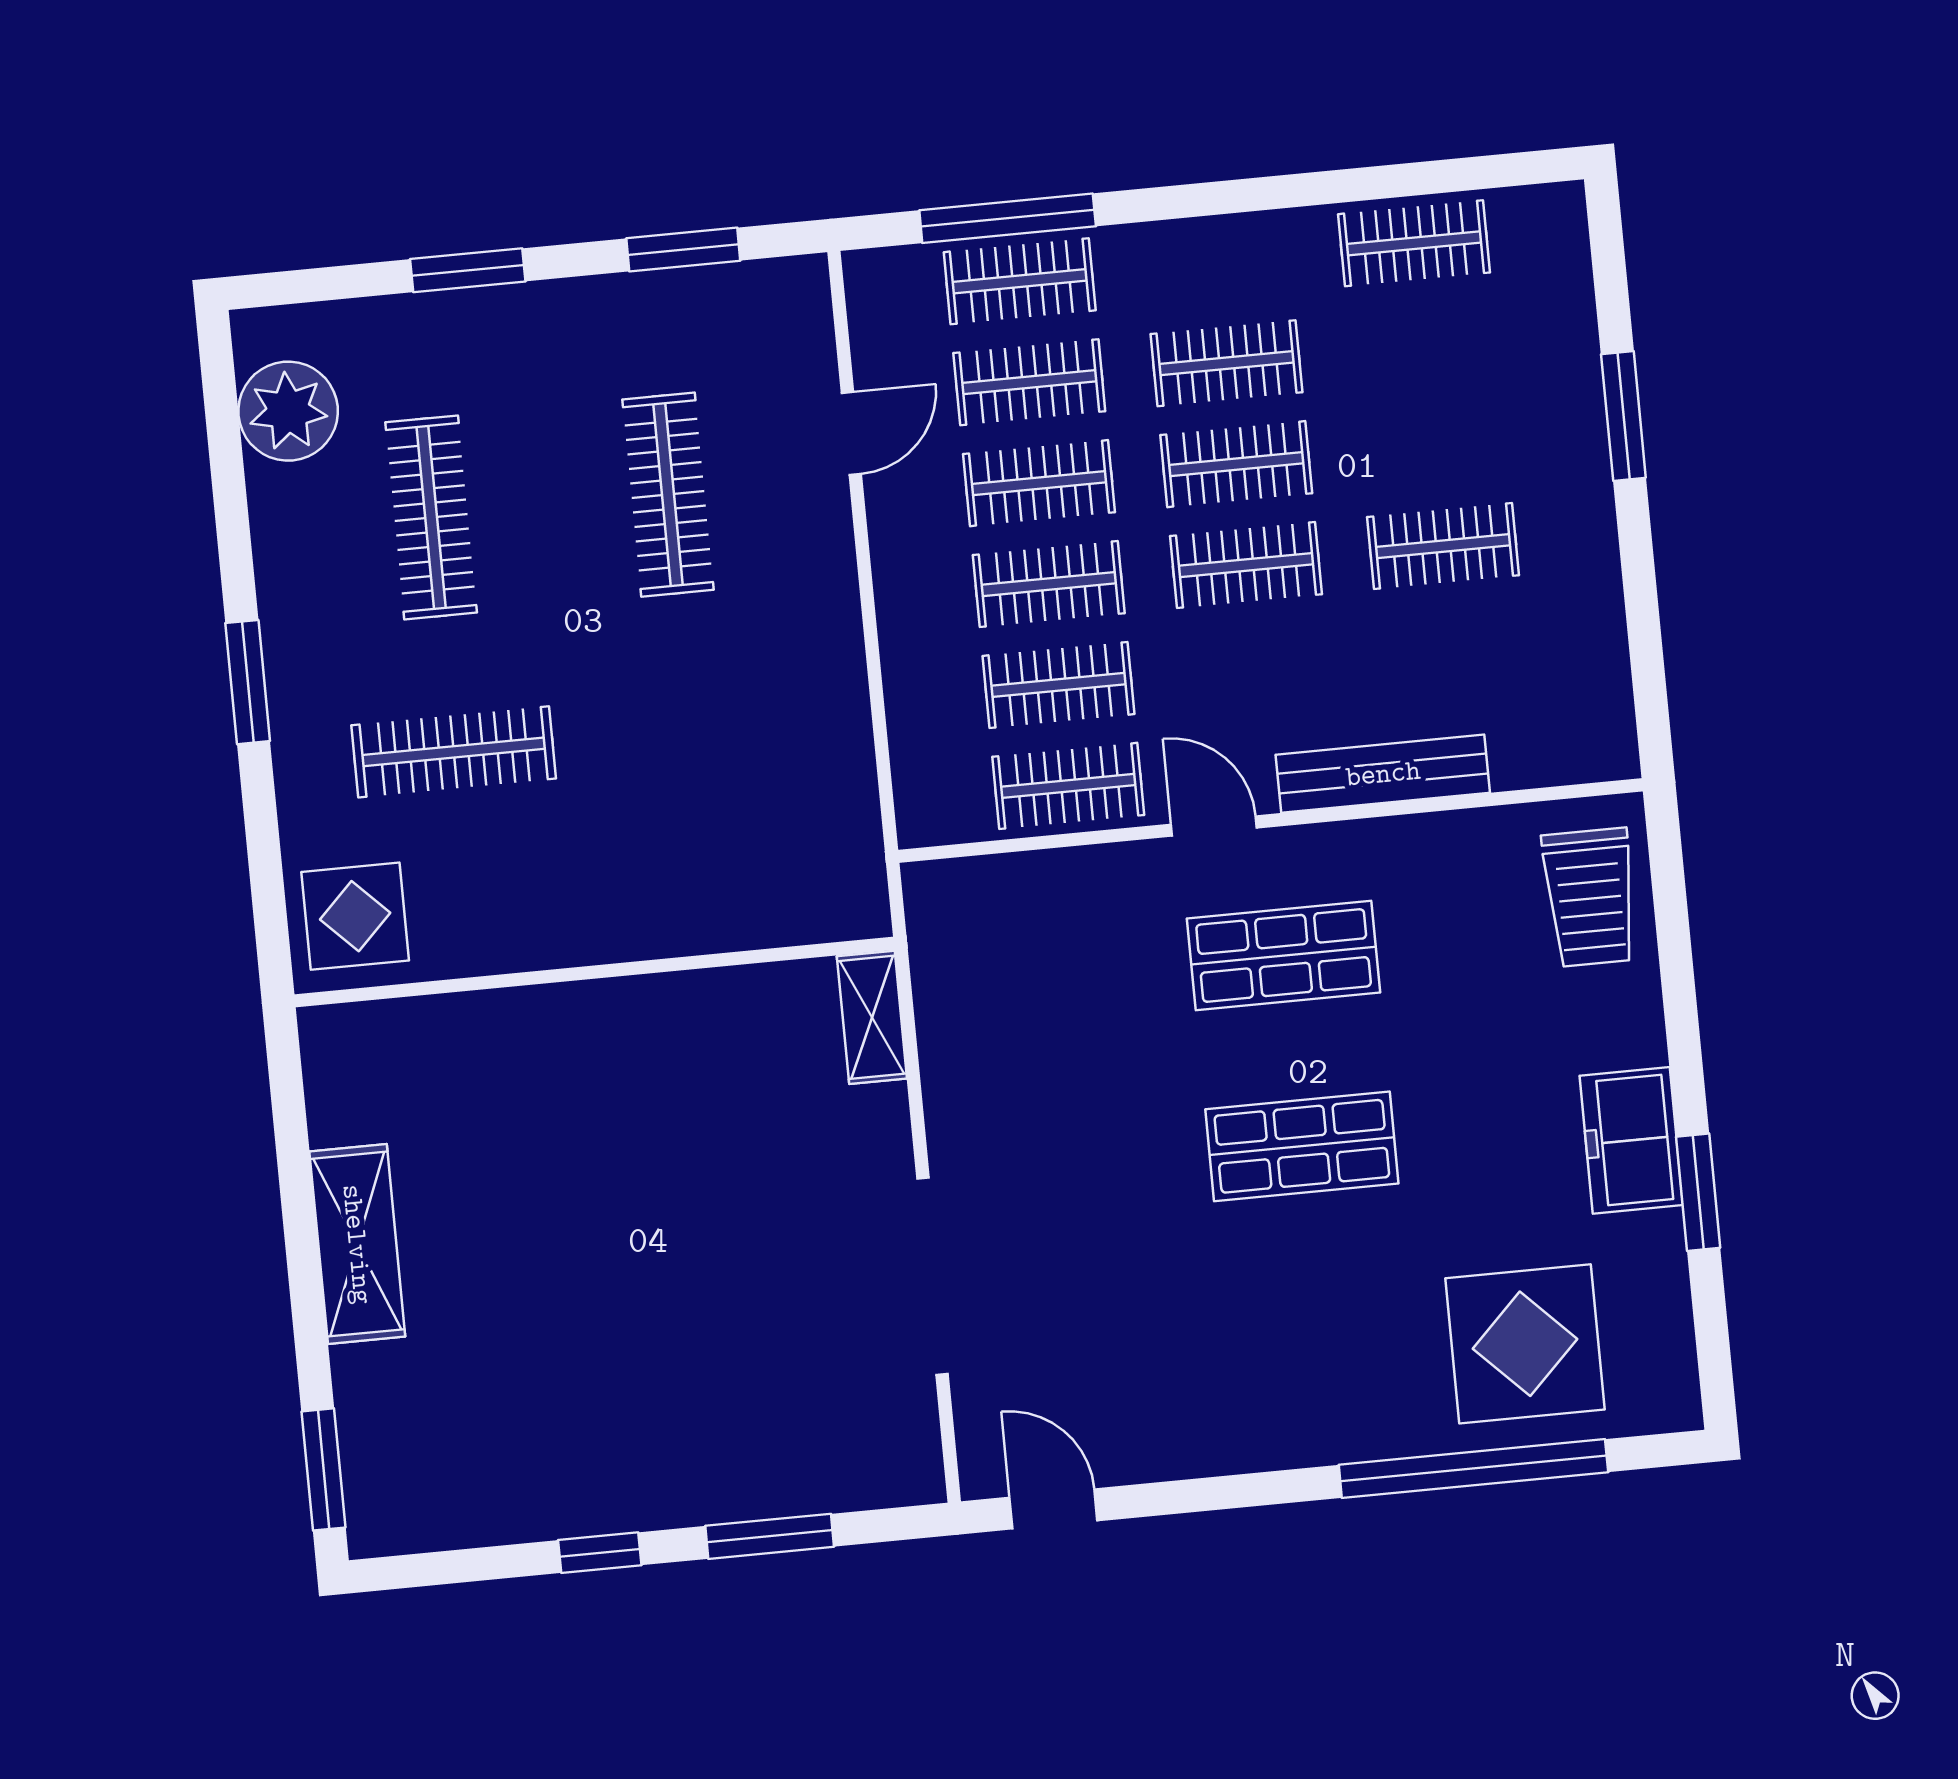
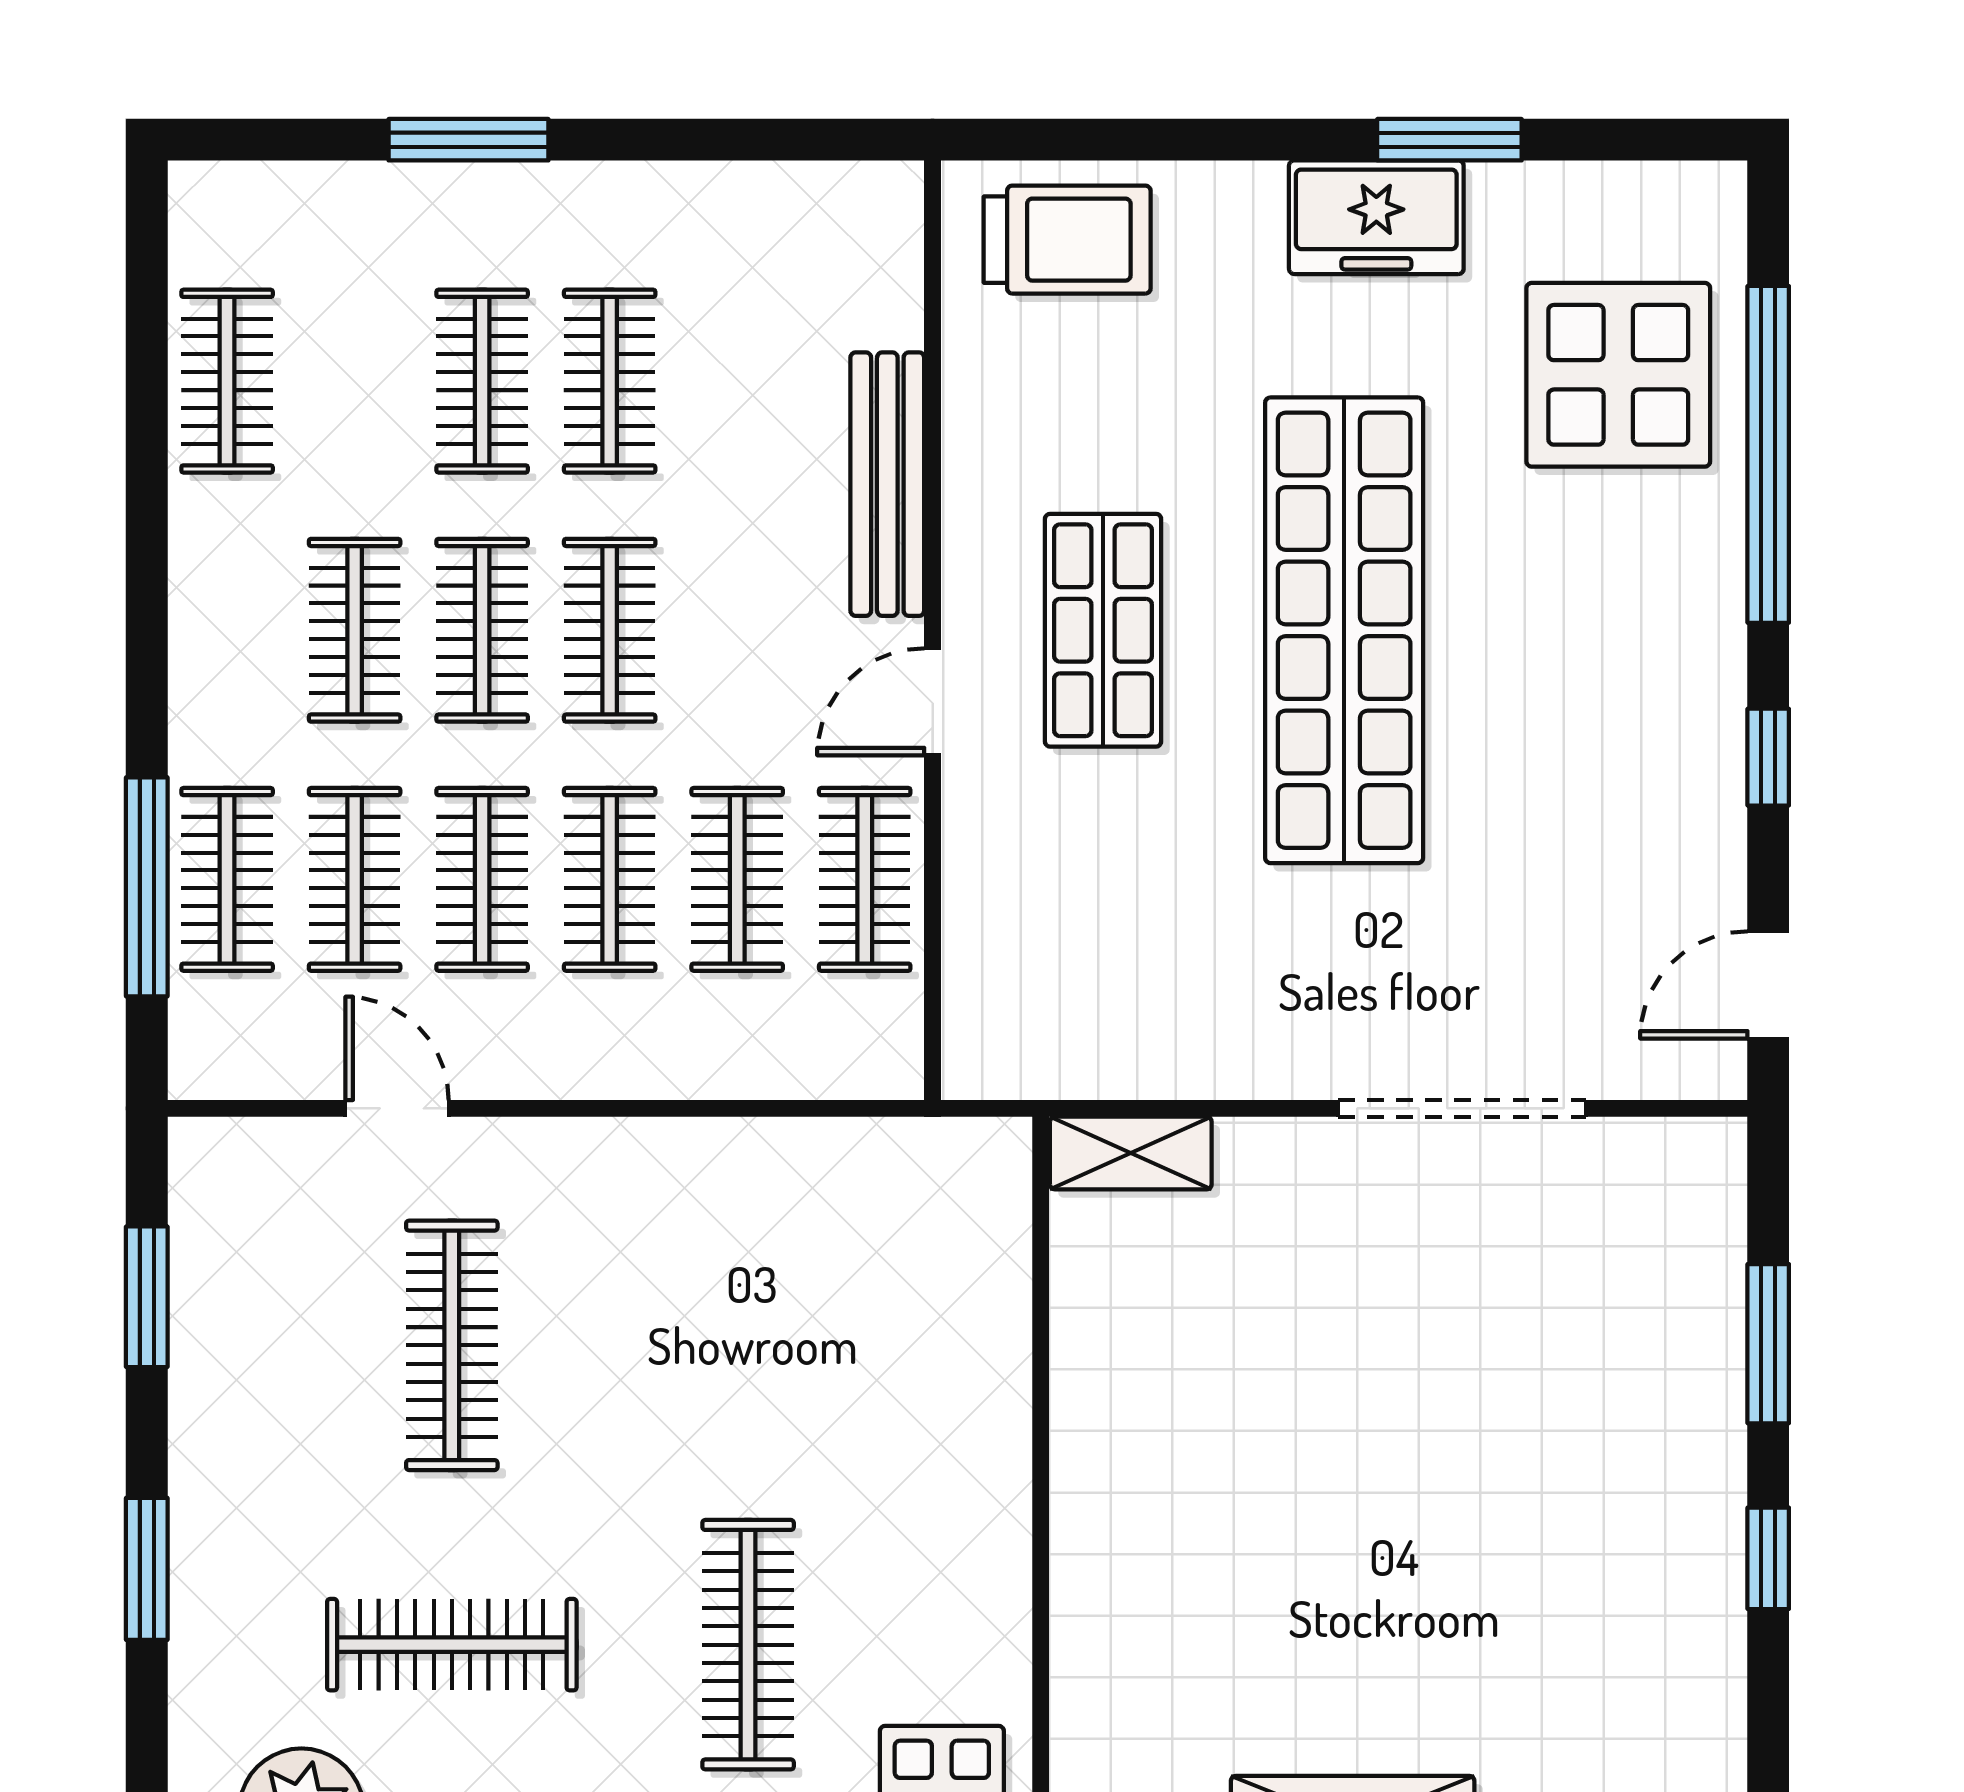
clothes rail: (1433, 445) -> (482, 381), added
clothes rail: (668, 495) -> (452, 1345), turned 90
shop shelf: (1302, 1146) -> (1344, 630), width x2.00, depth x1.36
window: (1234, 1492) -> (1768, 757), added

